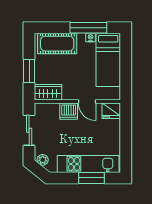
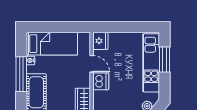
window: (88, 28) -> (21, 74), moved
door: (87, 102) -> (92, 64), hinge flipped

